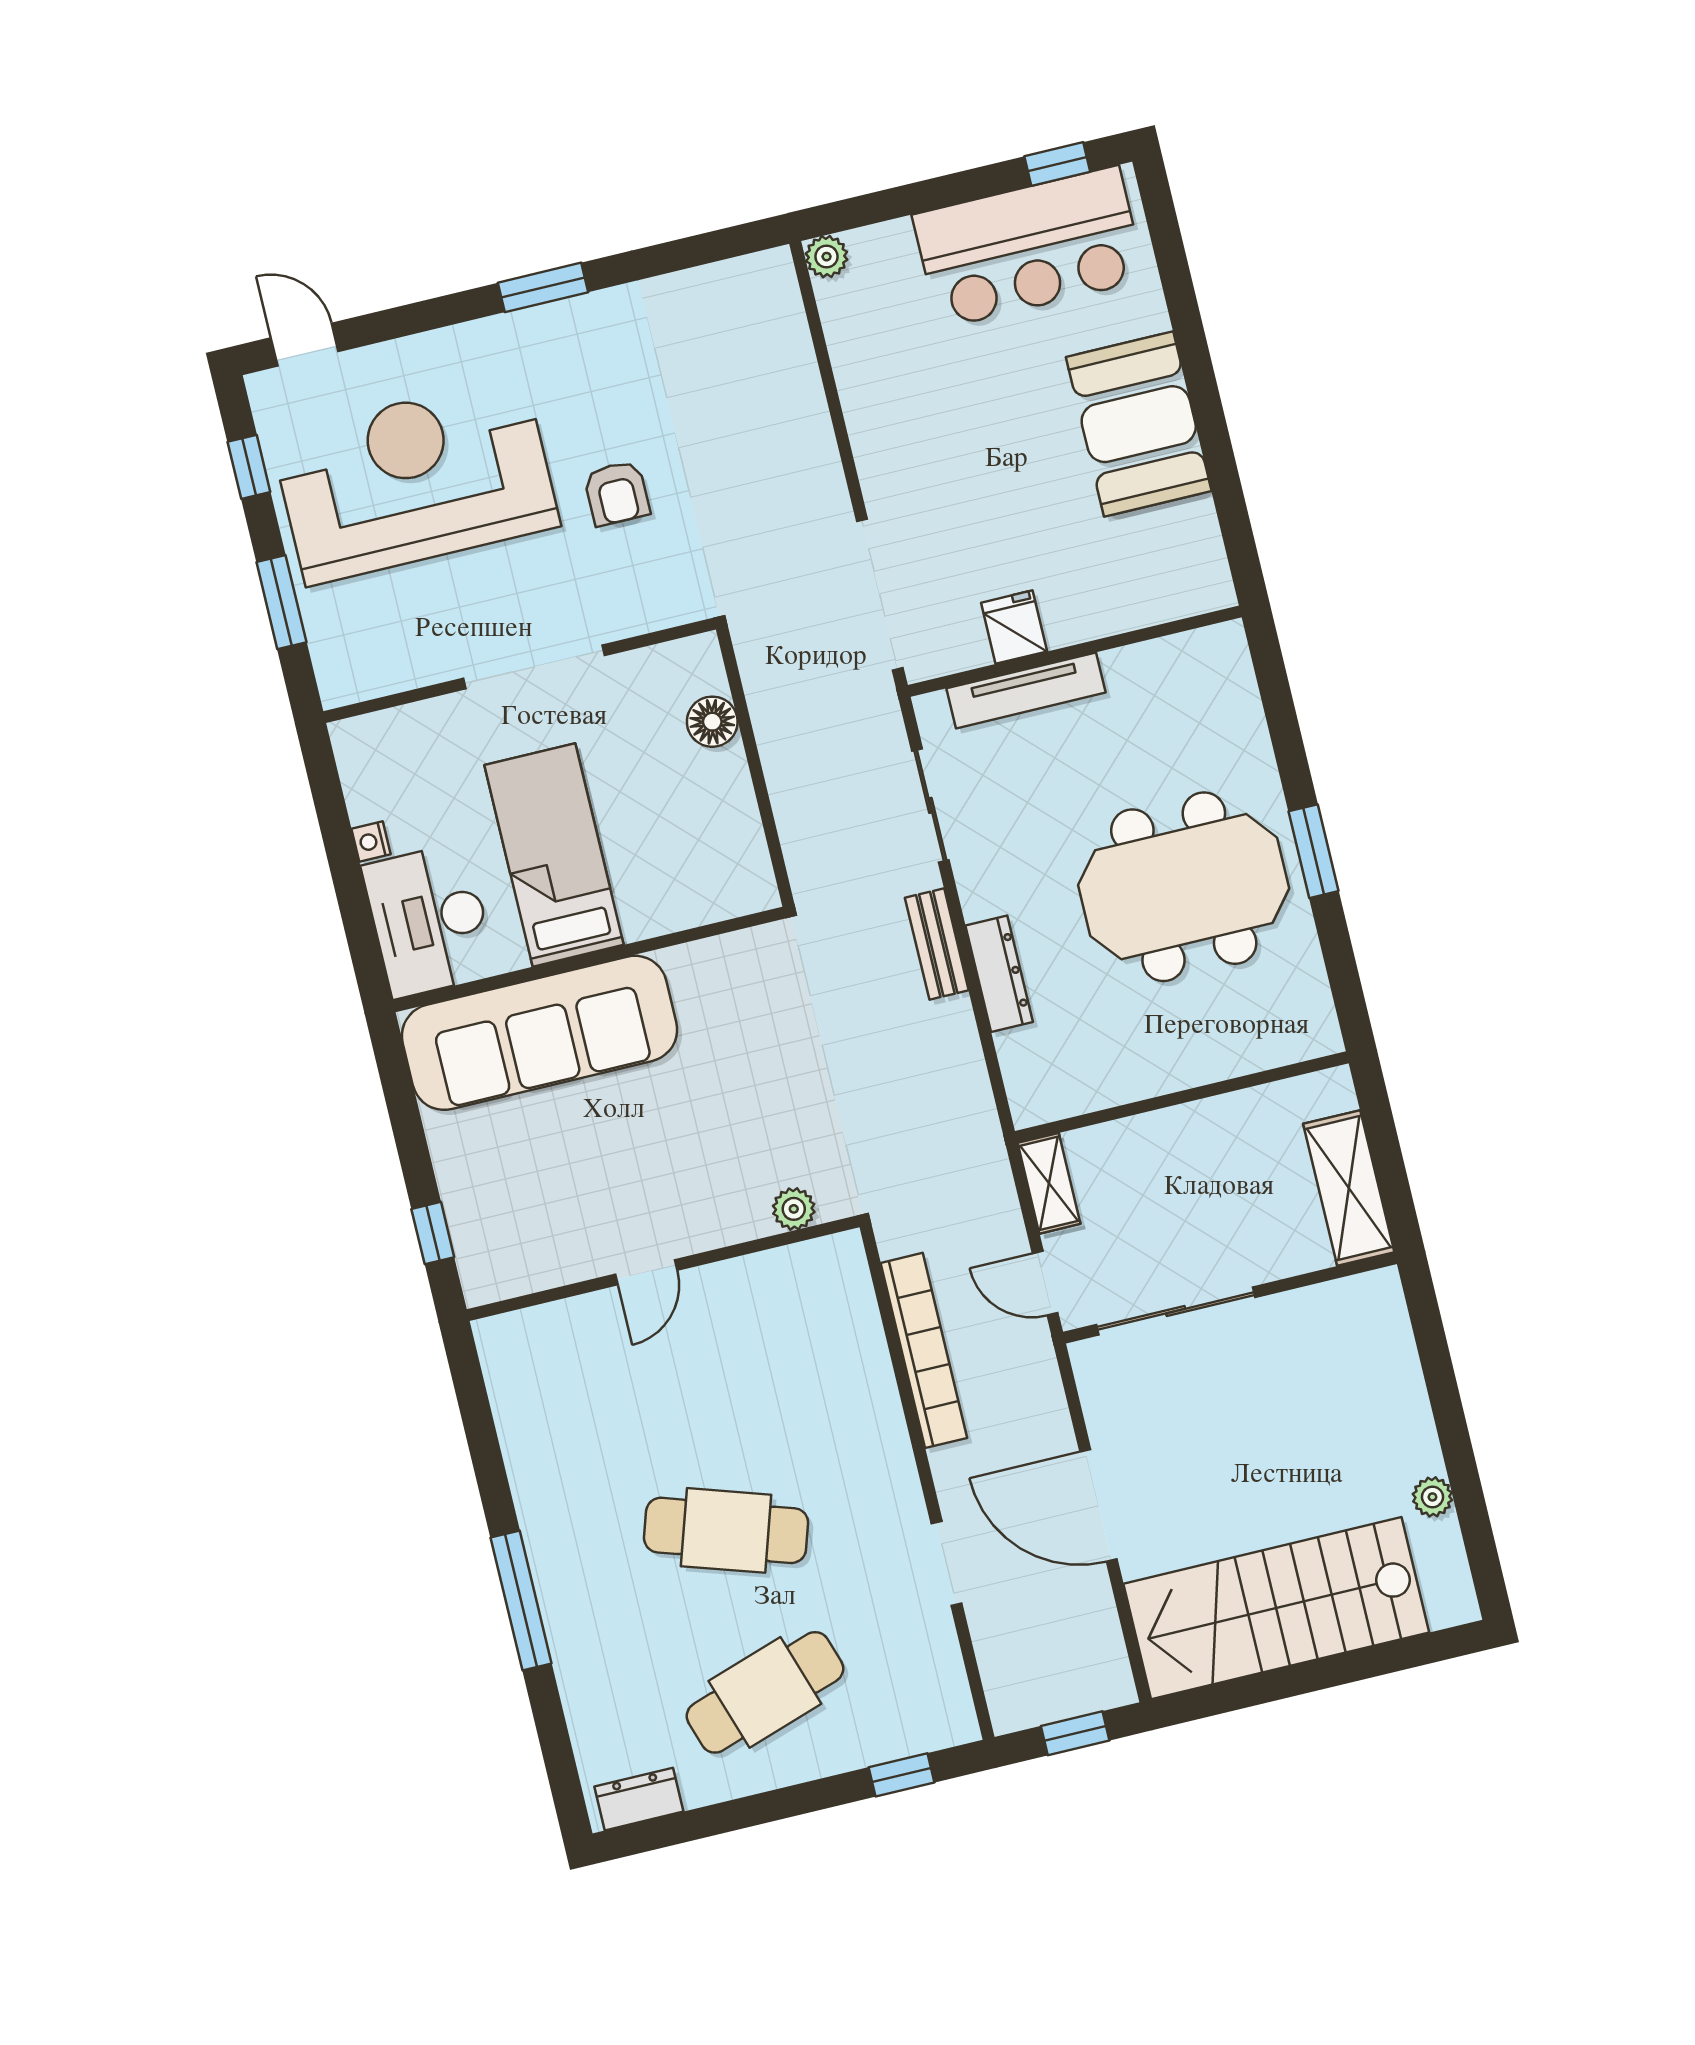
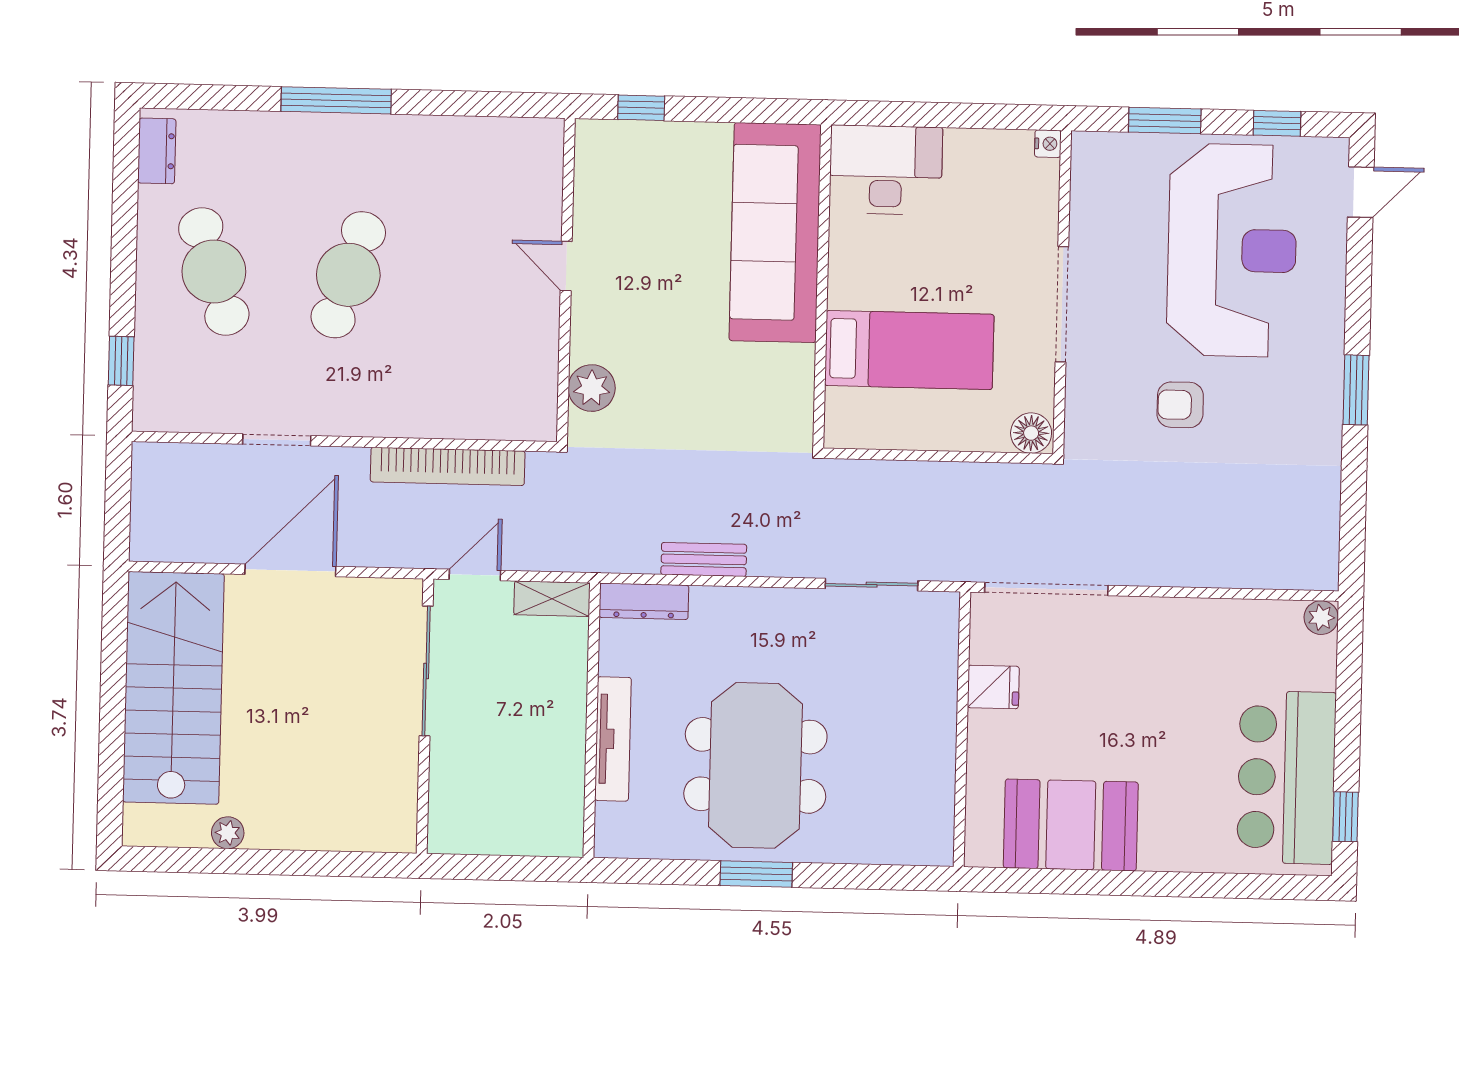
booth: (1139, 424) -> (1071, 825), moved
tv unit: (1026, 690) -> (613, 739), moved, turned 180
floor lamp: (712, 722) -> (1031, 433), moved
nightstand: (371, 841) -> (1048, 144), moved, turned 90
bed: (554, 855) -> (909, 350), moved
bench: (937, 944) -> (704, 559), moved
dresser: (999, 974) -> (644, 601), moved
shelving: (1349, 1188) -> (486, 832), removed
plant: (794, 1209) -> (592, 388), width x1.38, depth x1.38
window: (1075, 1733) -> (118, 505), removed

